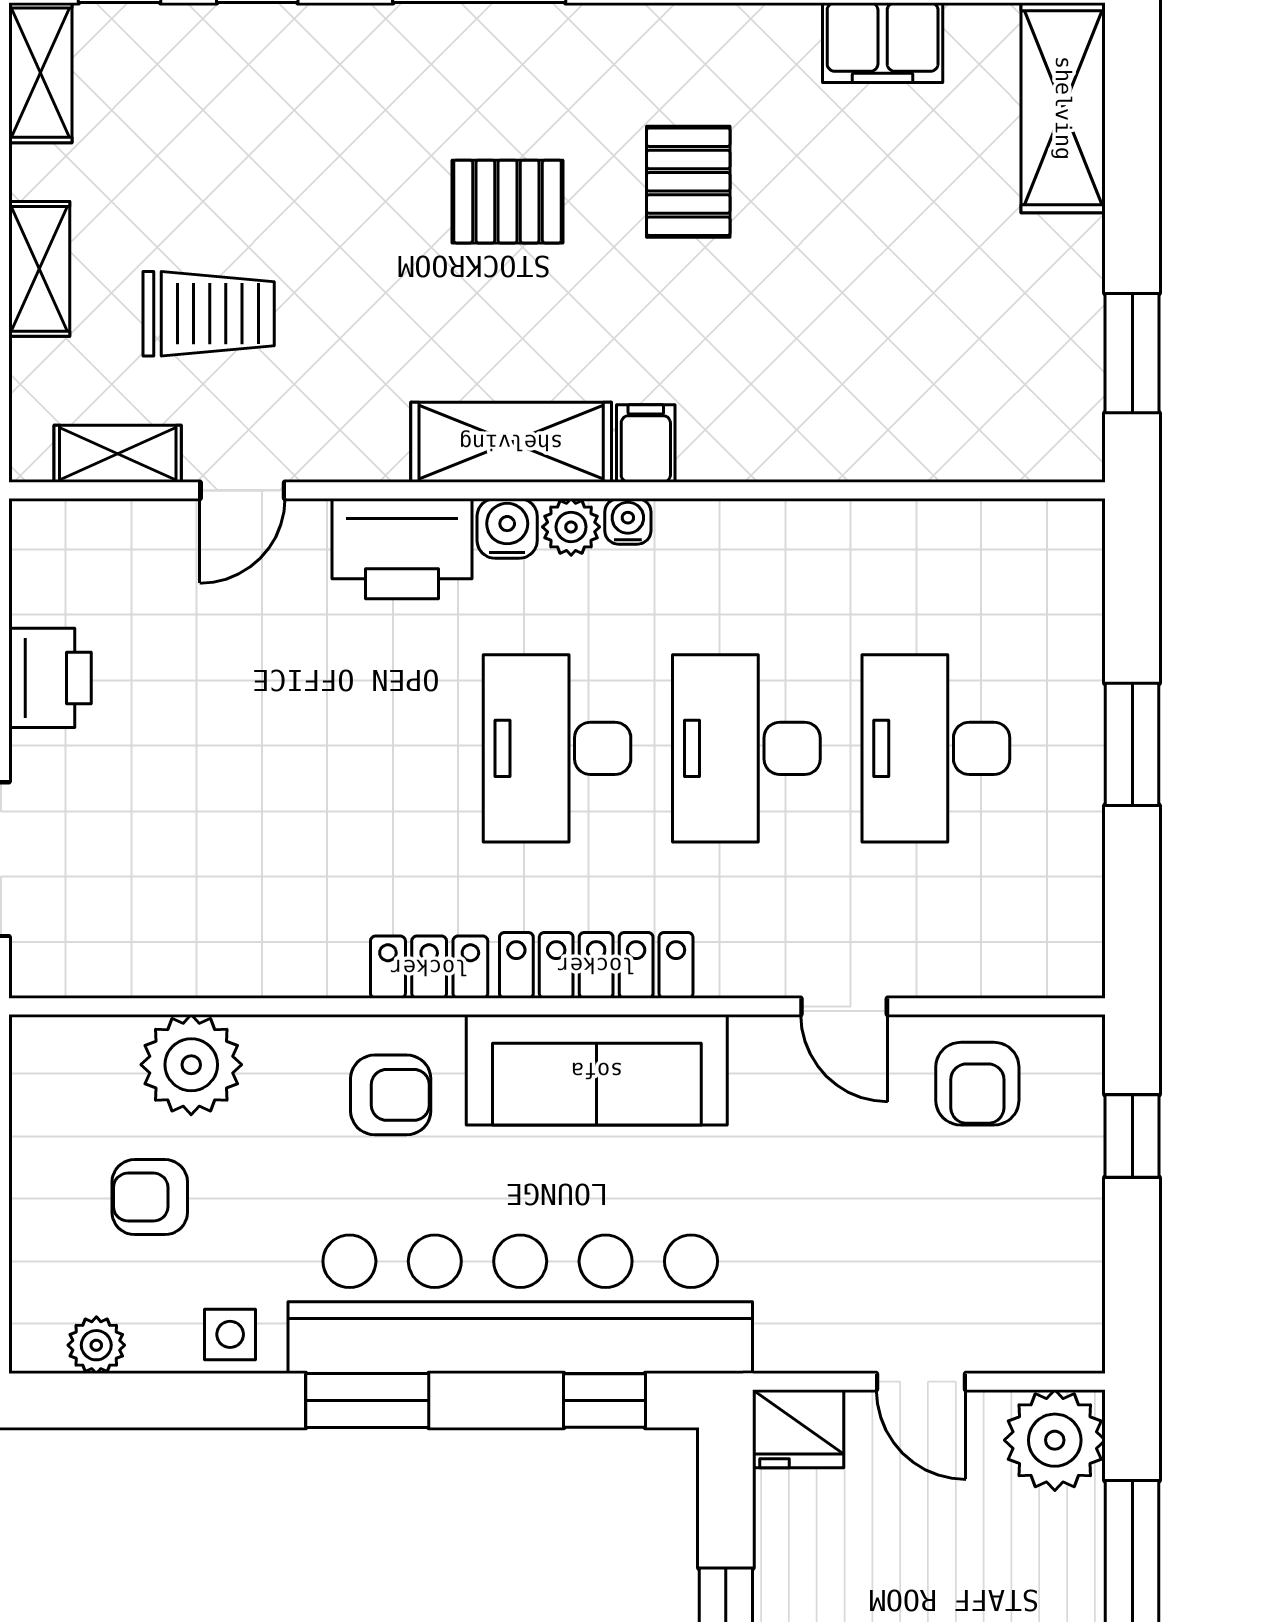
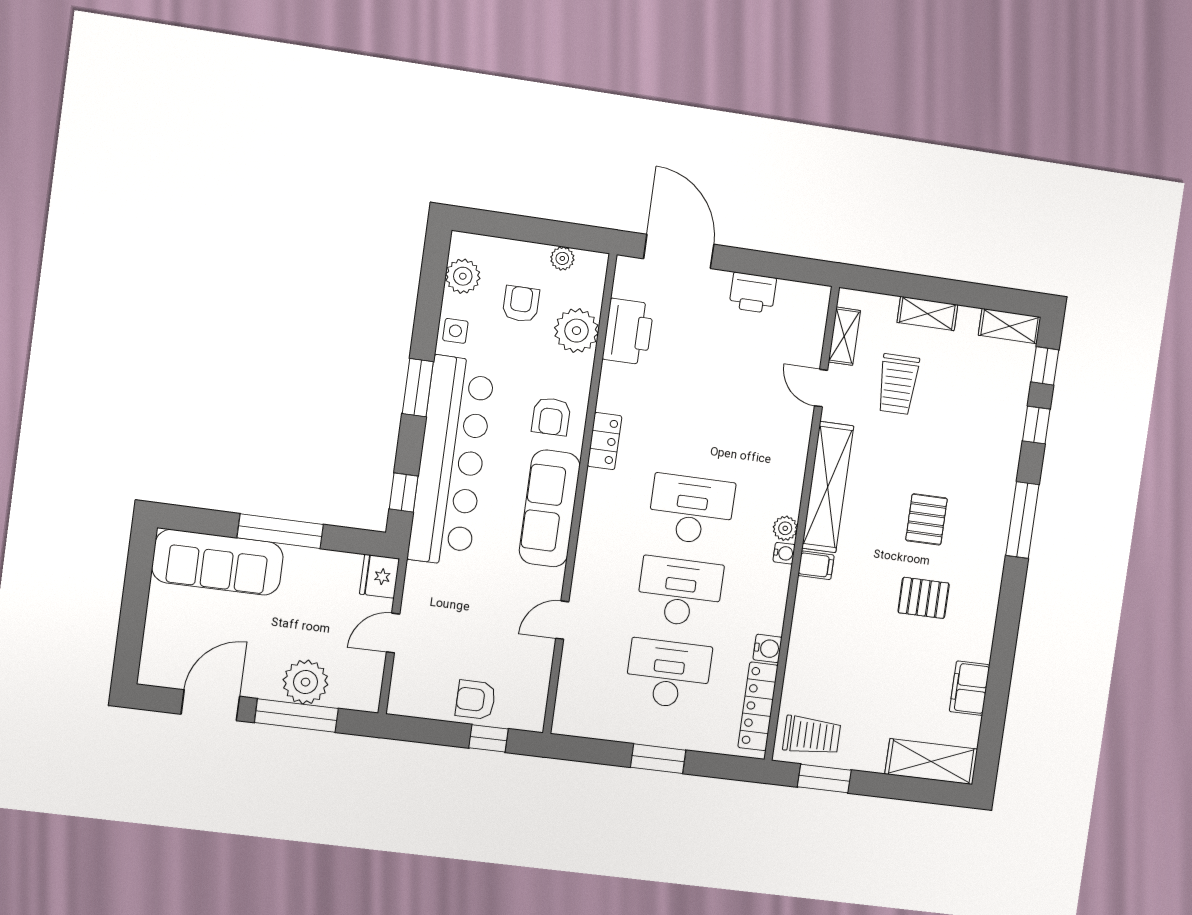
trolley: (1037, 397) -> (812, 736), added
shelving: (511, 442) -> (828, 487), width x1.47
water cooler: (507, 528) -> (767, 648), moved
printer: (402, 549) -> (628, 332), moved, turned 180
locker: (596, 965) -> (758, 706), moved, turned 180
armchair: (977, 1084) -> (476, 700), moved
plant: (36, 1119) -> (562, 258), added
plant: (96, 1345) -> (463, 276), width x1.38, depth x1.38
plant: (1055, 1440) -> (306, 682), moved

